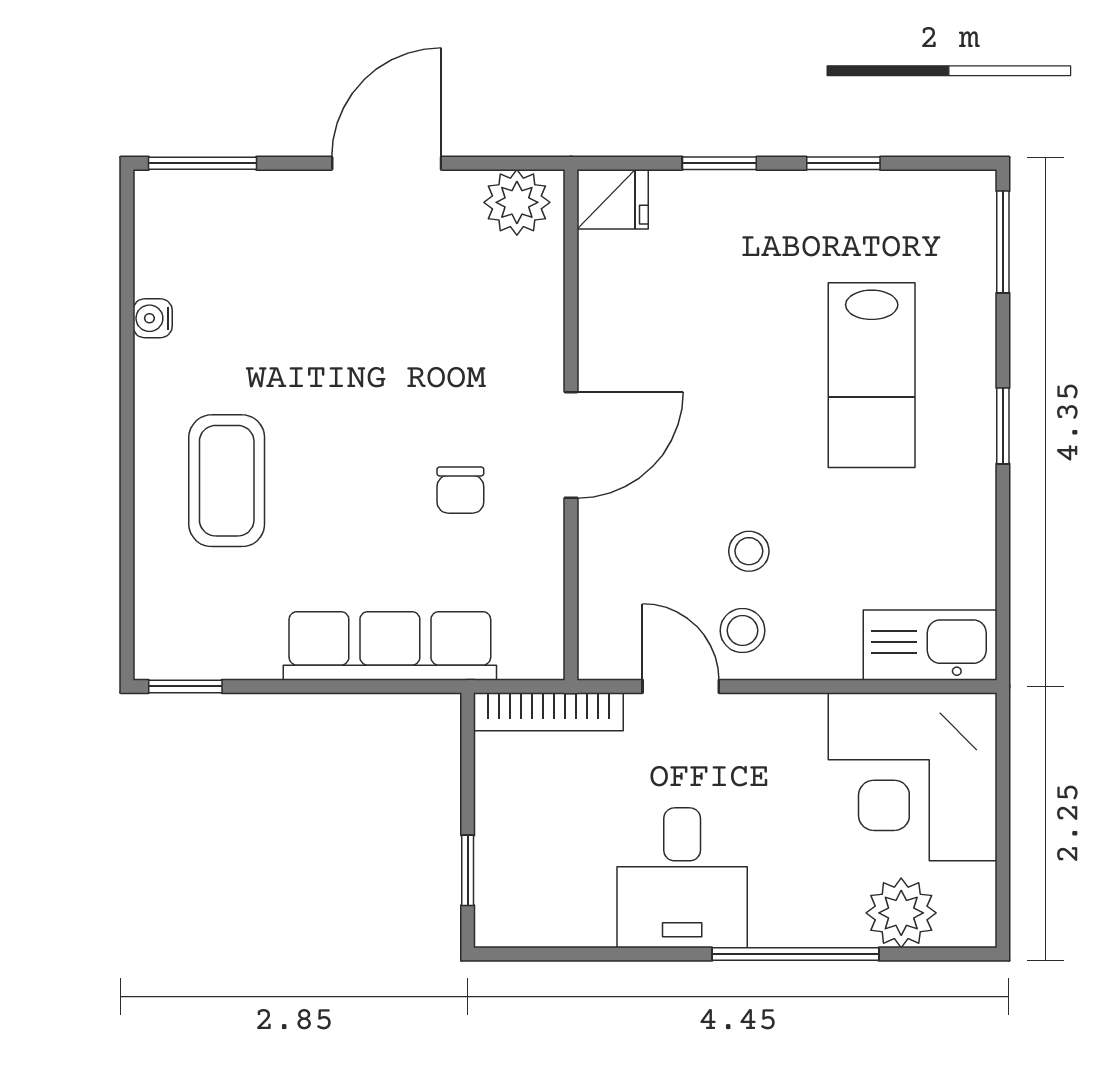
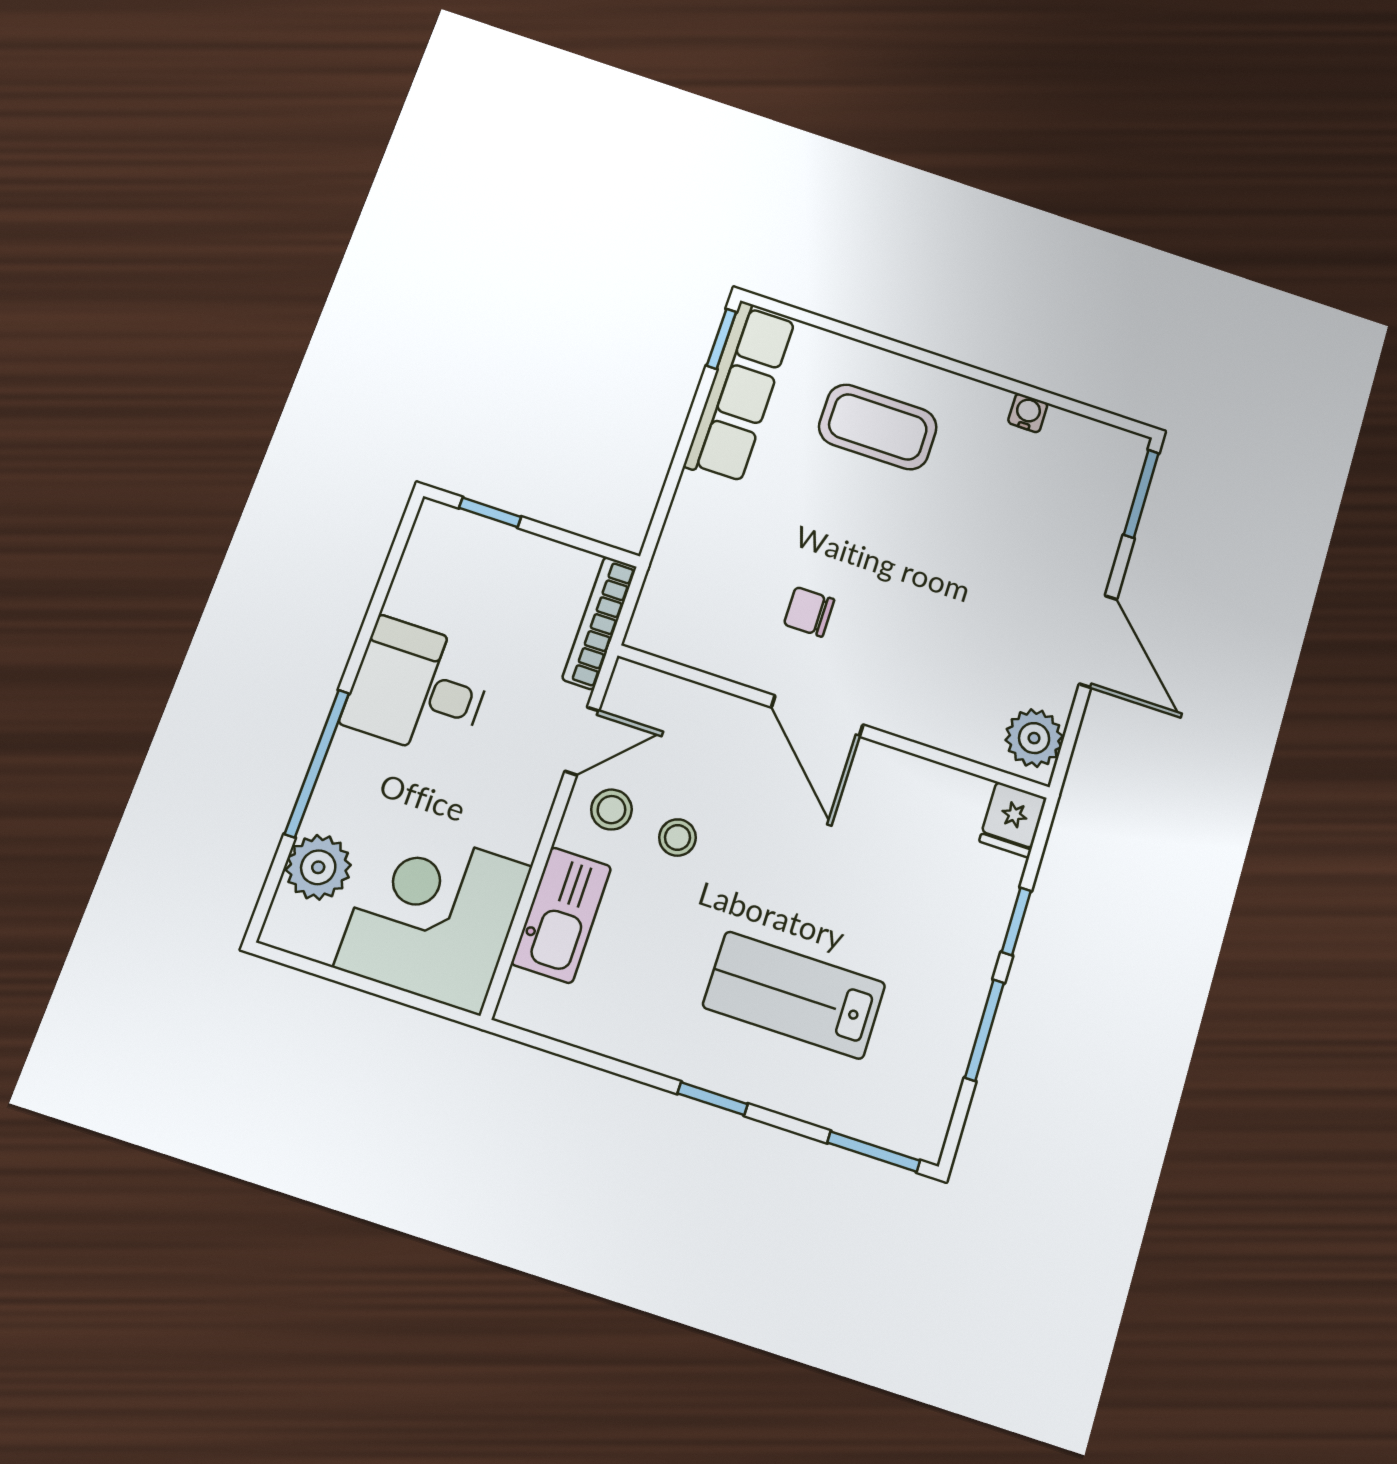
window: (843, 163) -> (984, 1030), width x1.50
kitchen sink: (930, 645) -> (561, 915), moved
row of seats: (390, 646) -> (740, 392), moved

